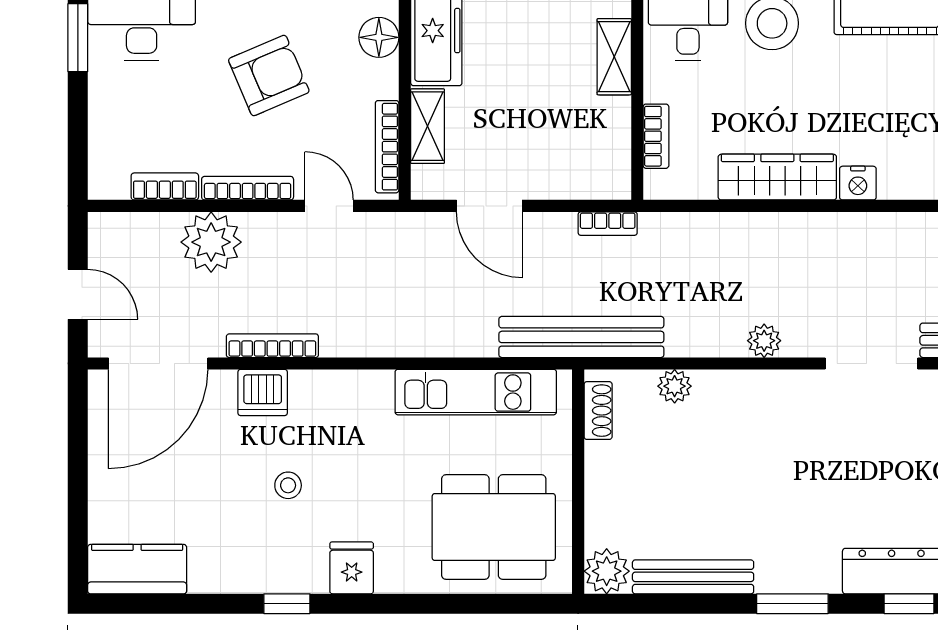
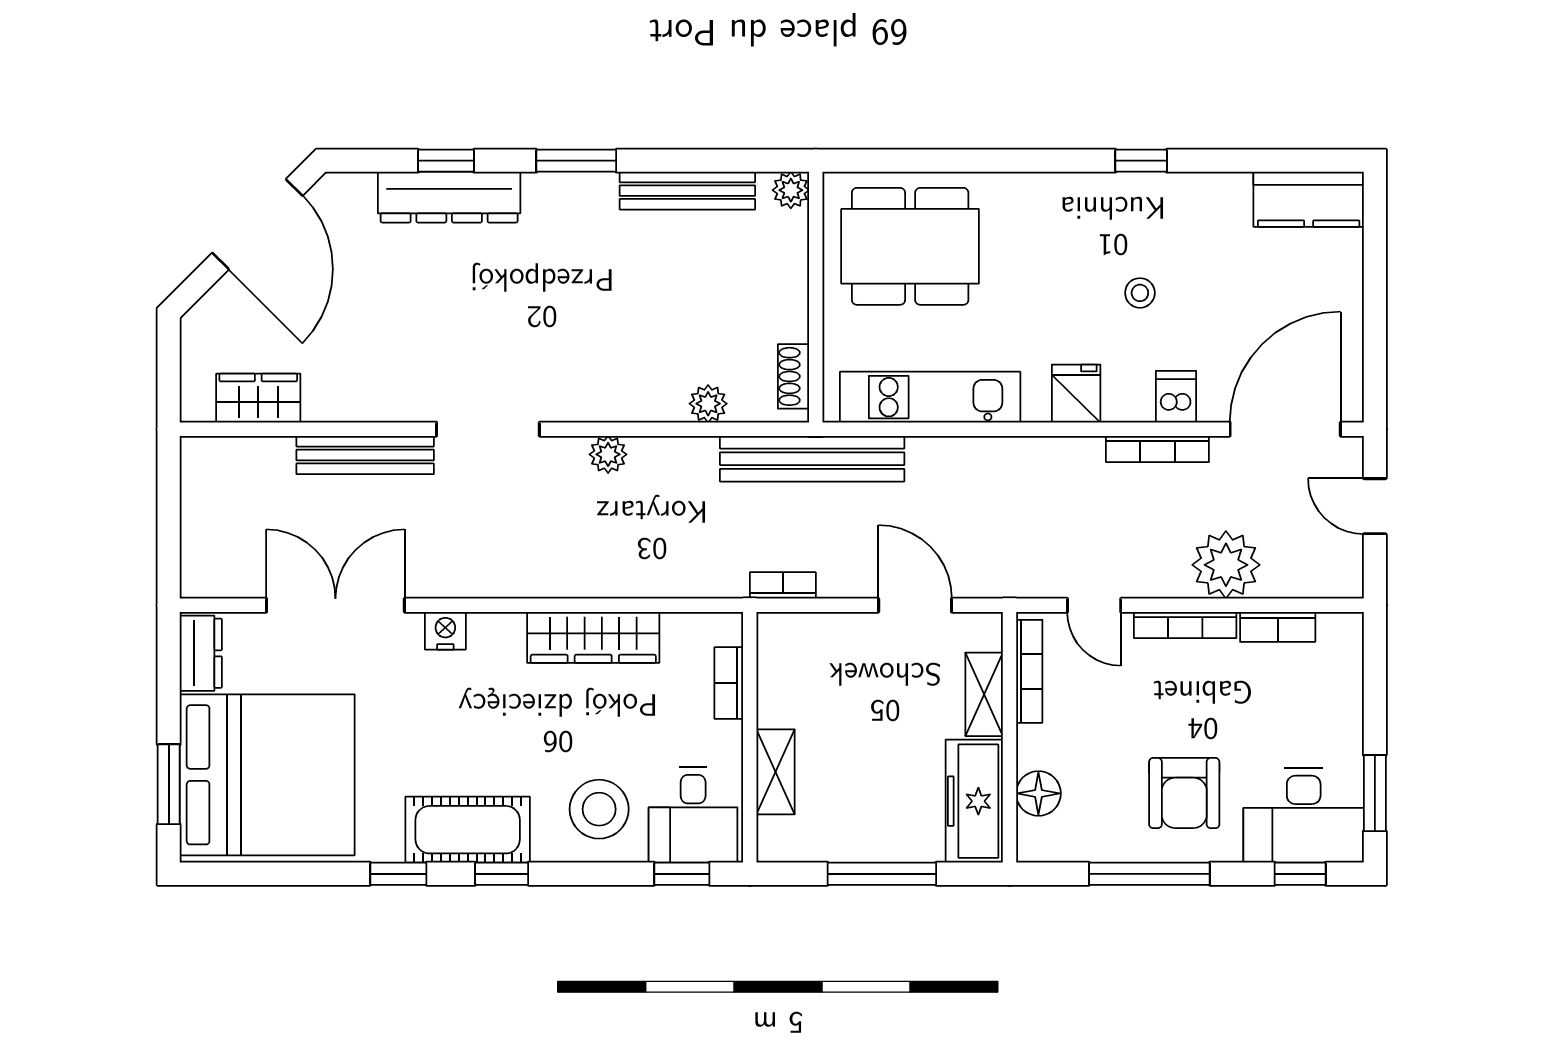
armchair: (269, 75) -> (1184, 793), moved, turned -67
nightstand: (858, 183) -> (445, 631), moved
dishwasher: (263, 392) -> (1176, 397), width x0.73
fridge: (352, 568) -> (1076, 394), moved, turned 180
plant: (607, 571) -> (791, 190), width x0.73, depth x0.73

